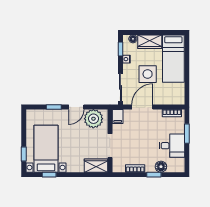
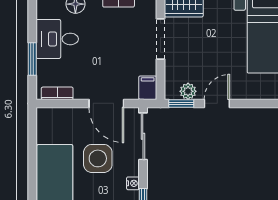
window: (54, 107) -> (181, 103), moved
door: (142, 107) -> (106, 103), hinge flipped
plant: (93, 119) -> (188, 91), width x0.53, depth x0.53

